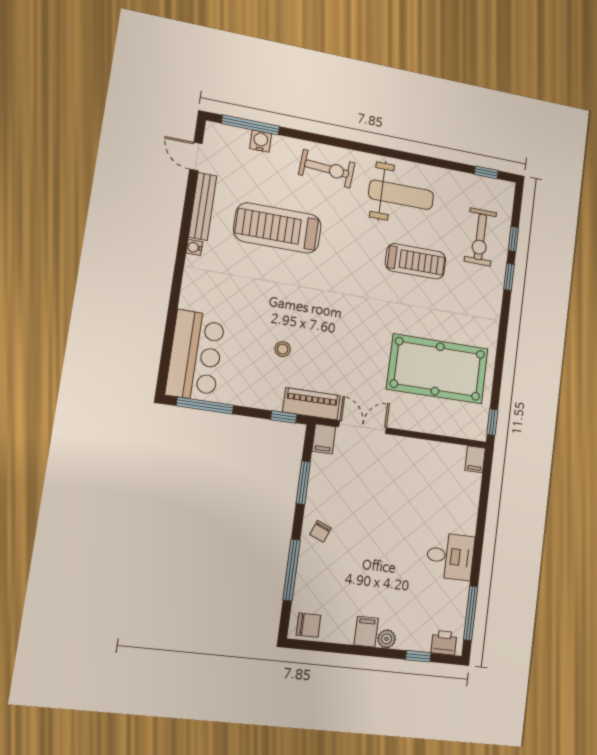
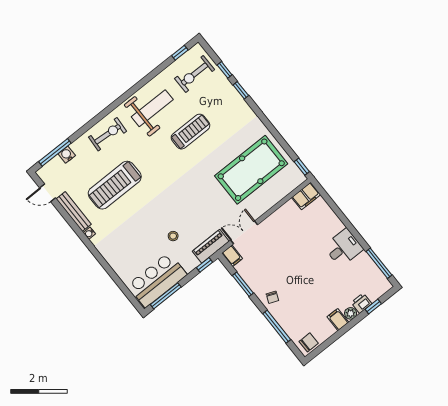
exercise bike: (480, 237) -> (195, 74), moved, turned 90
bar counter: (195, 356) -> (157, 280), moved, turned -90
filing cabinet: (475, 459) -> (306, 196), width x2.00
printer: (444, 643) -> (361, 303), moved

